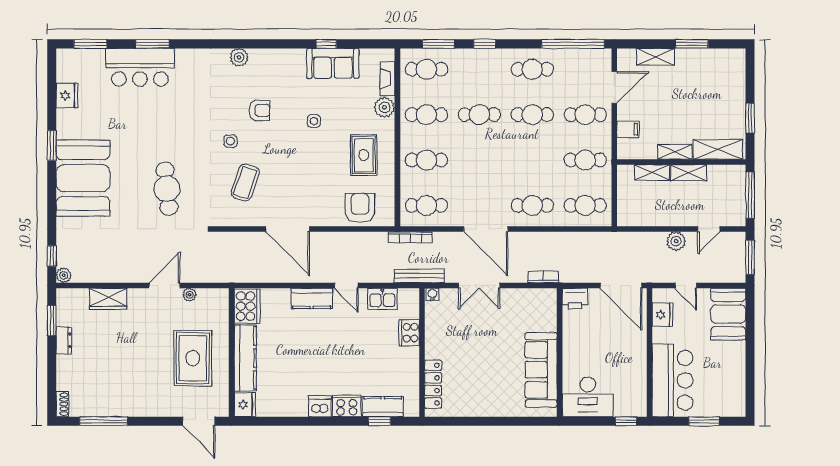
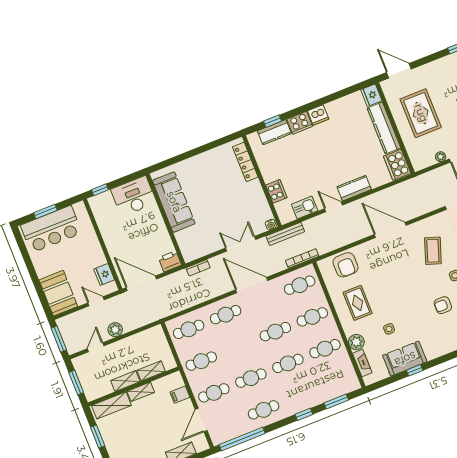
cafe table: (426, 69) -> (275, 332), moved
side table: (314, 121) -> (389, 329), moved
window: (750, 195) -> (76, 383), width x0.69
bar counter: (672, 380) -> (51, 229), moved, turned -90

